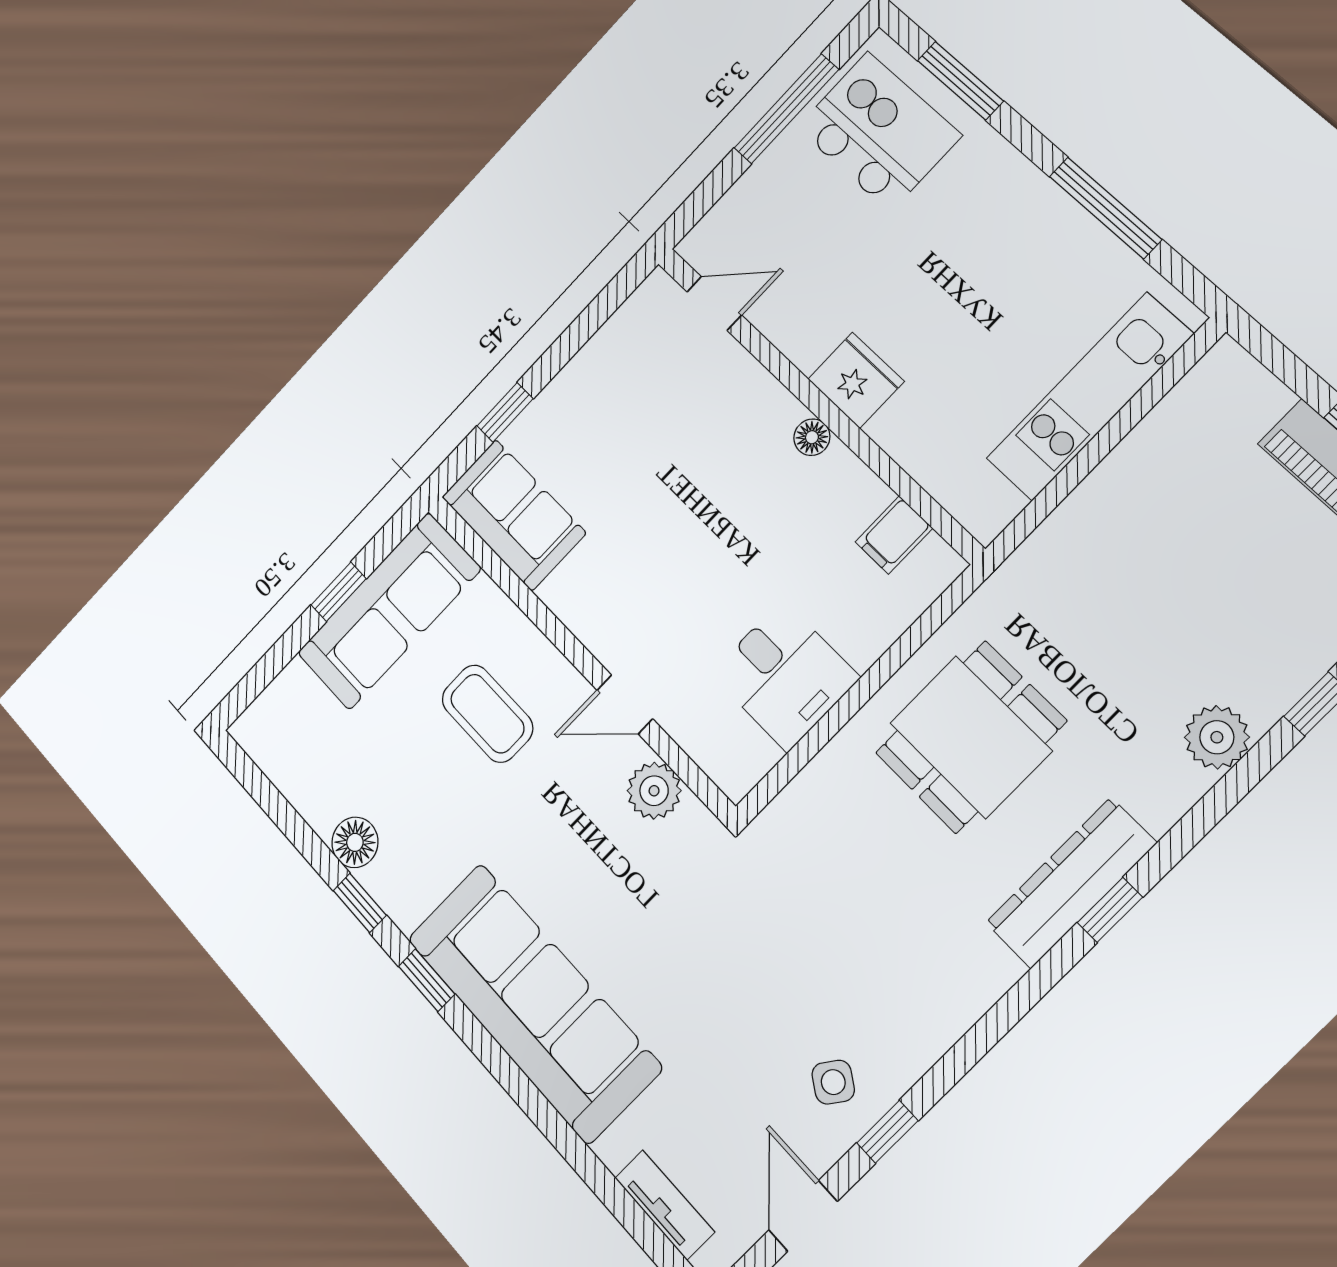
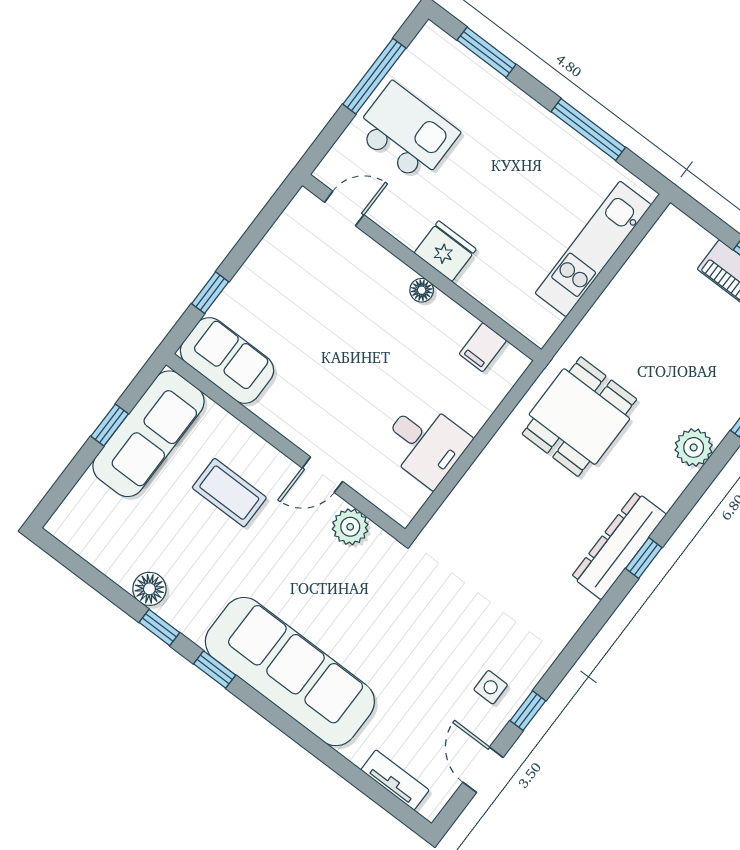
kitchen island: (879, 132) -> (407, 132), moved
dining table: (971, 737) -> (579, 417), moved
side table: (833, 1082) -> (491, 687), turned -34

